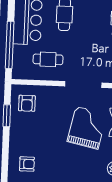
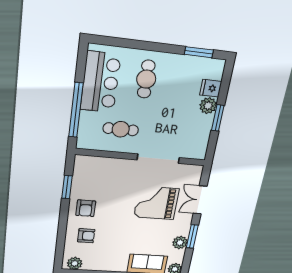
armchair: (27, 103) -> (86, 208), moved
grand piano: (87, 128) -> (156, 203), turned -102

